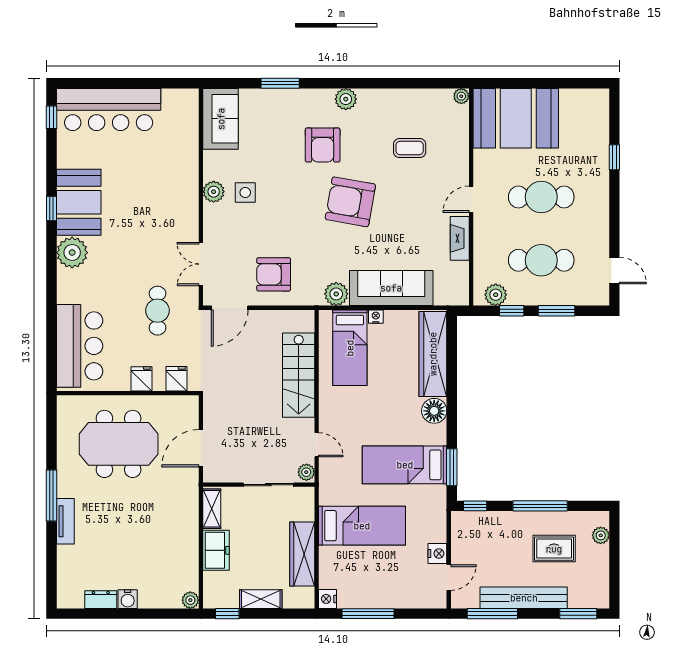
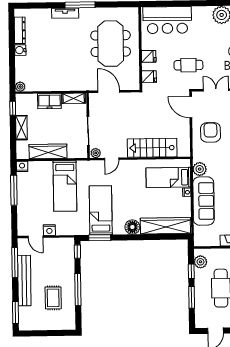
plant: (601, 535) -> (61, 325), removed
dresser: (101, 600) -> (20, 30), width x1.44

